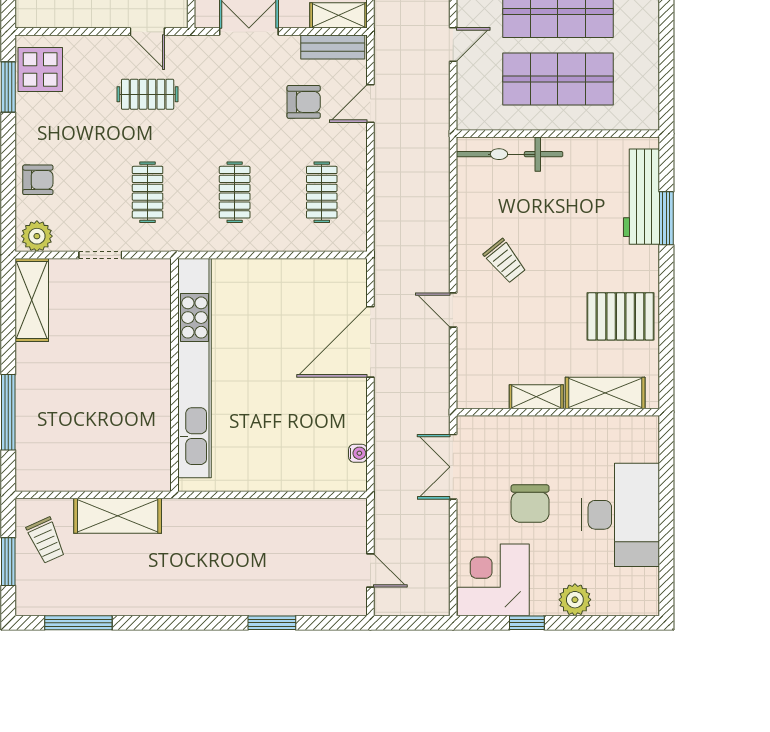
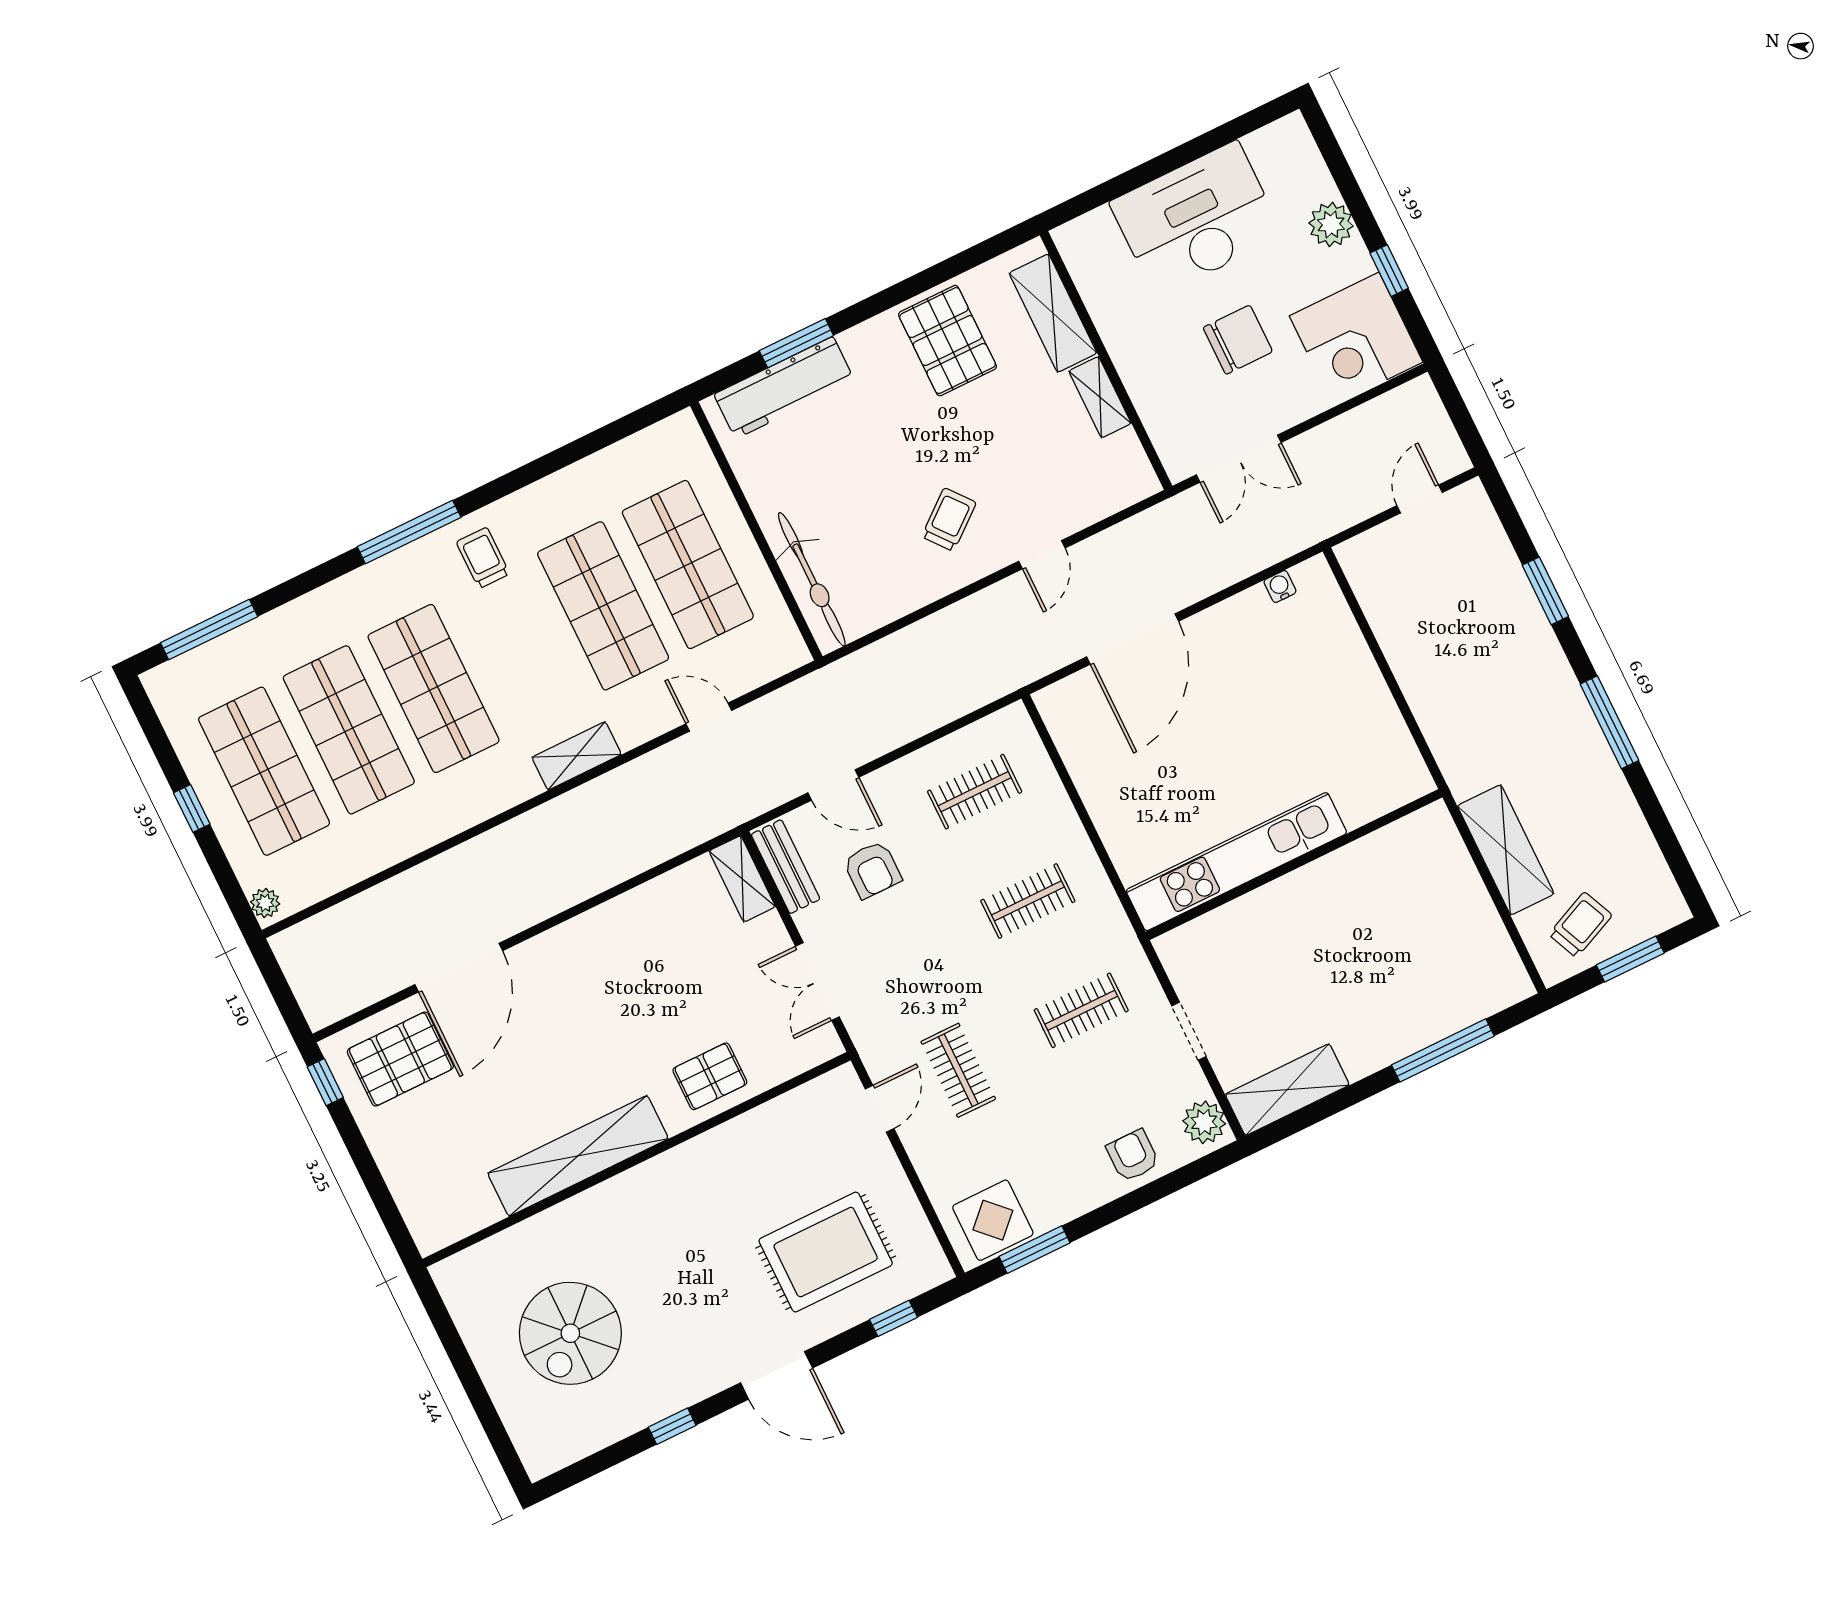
armchair: (304, 102) -> (872, 870), turned 180
door: (370, 342) -> (1133, 639), hinge flipped
kitchen unit: (194, 368) -> (1236, 862), width x0.73
window: (78, 623) -> (1609, 722), moved

